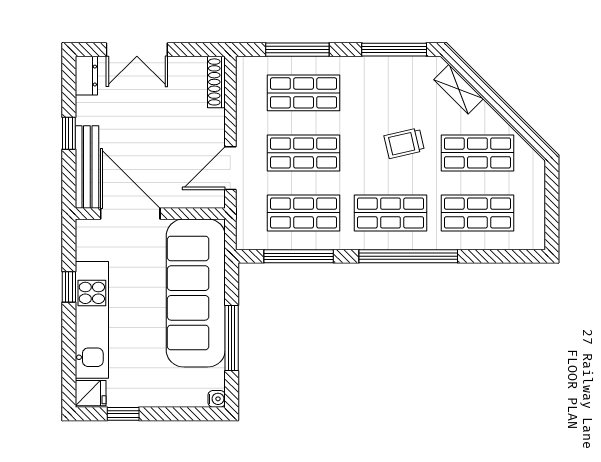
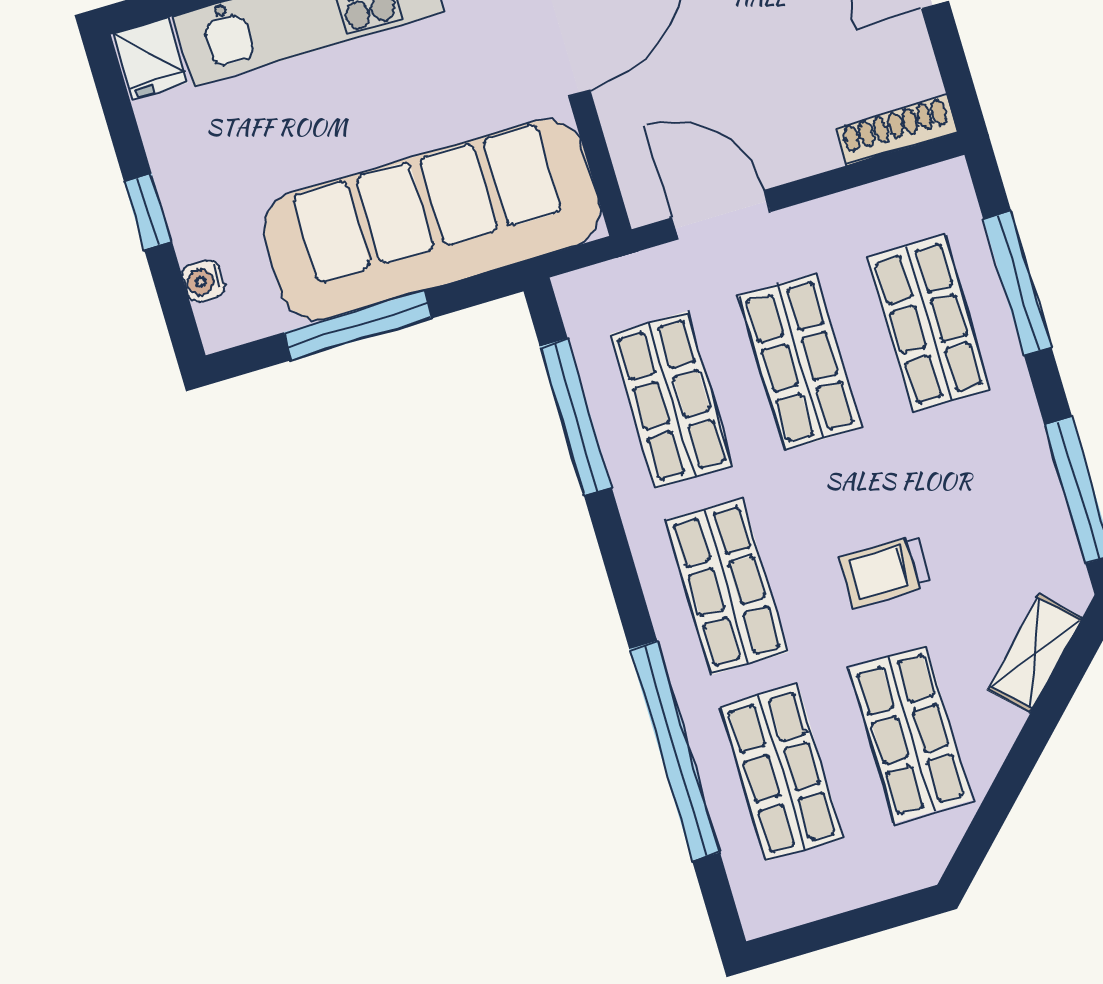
trolley: (404, 143) -> (885, 571), turned -77
window: (408, 256) -> (675, 751), moved
water cooler: (217, 399) -> (203, 281), moved, turned 90
window: (123, 414) -> (148, 212), moved

